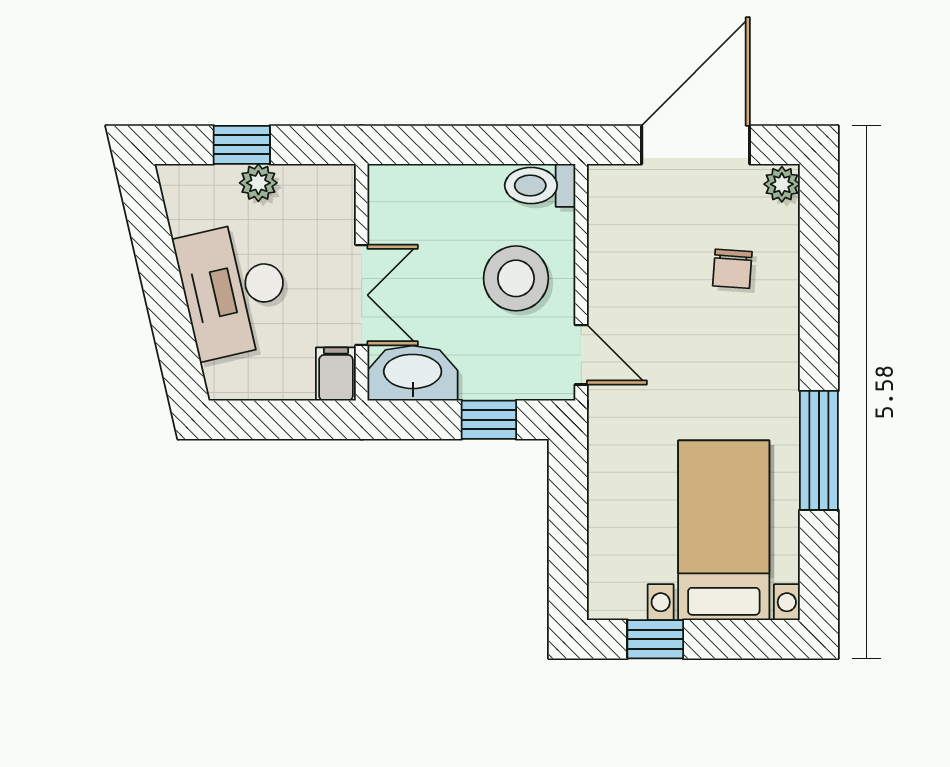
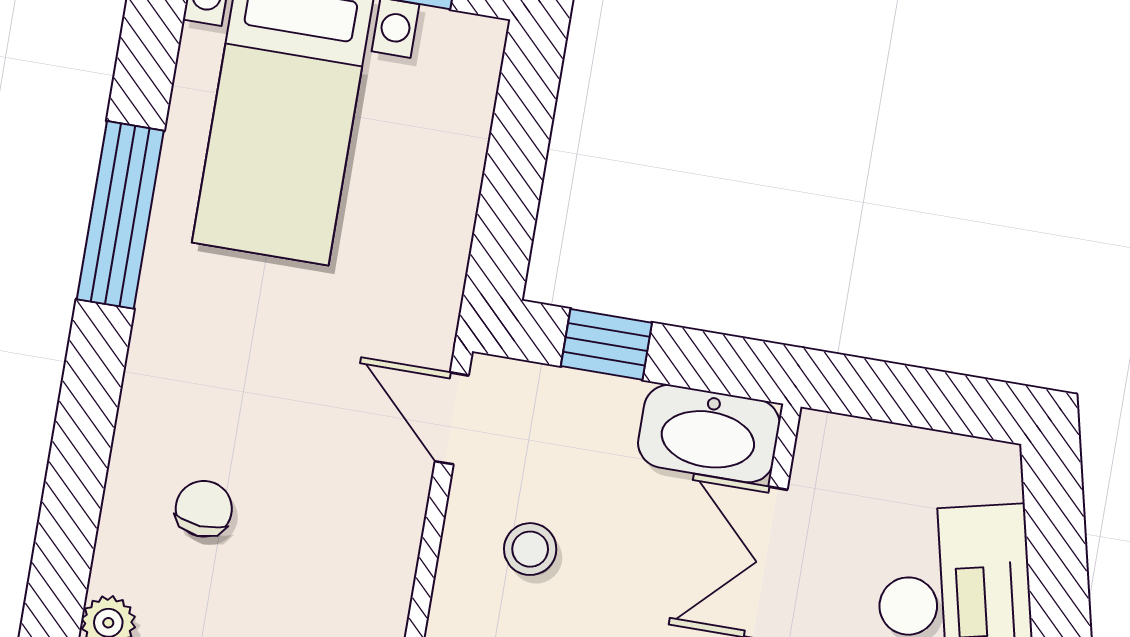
stool: (516, 278) -> (530, 549), width x0.53, depth x0.53
filing cabinet: (336, 374) -> (824, 452), removed

